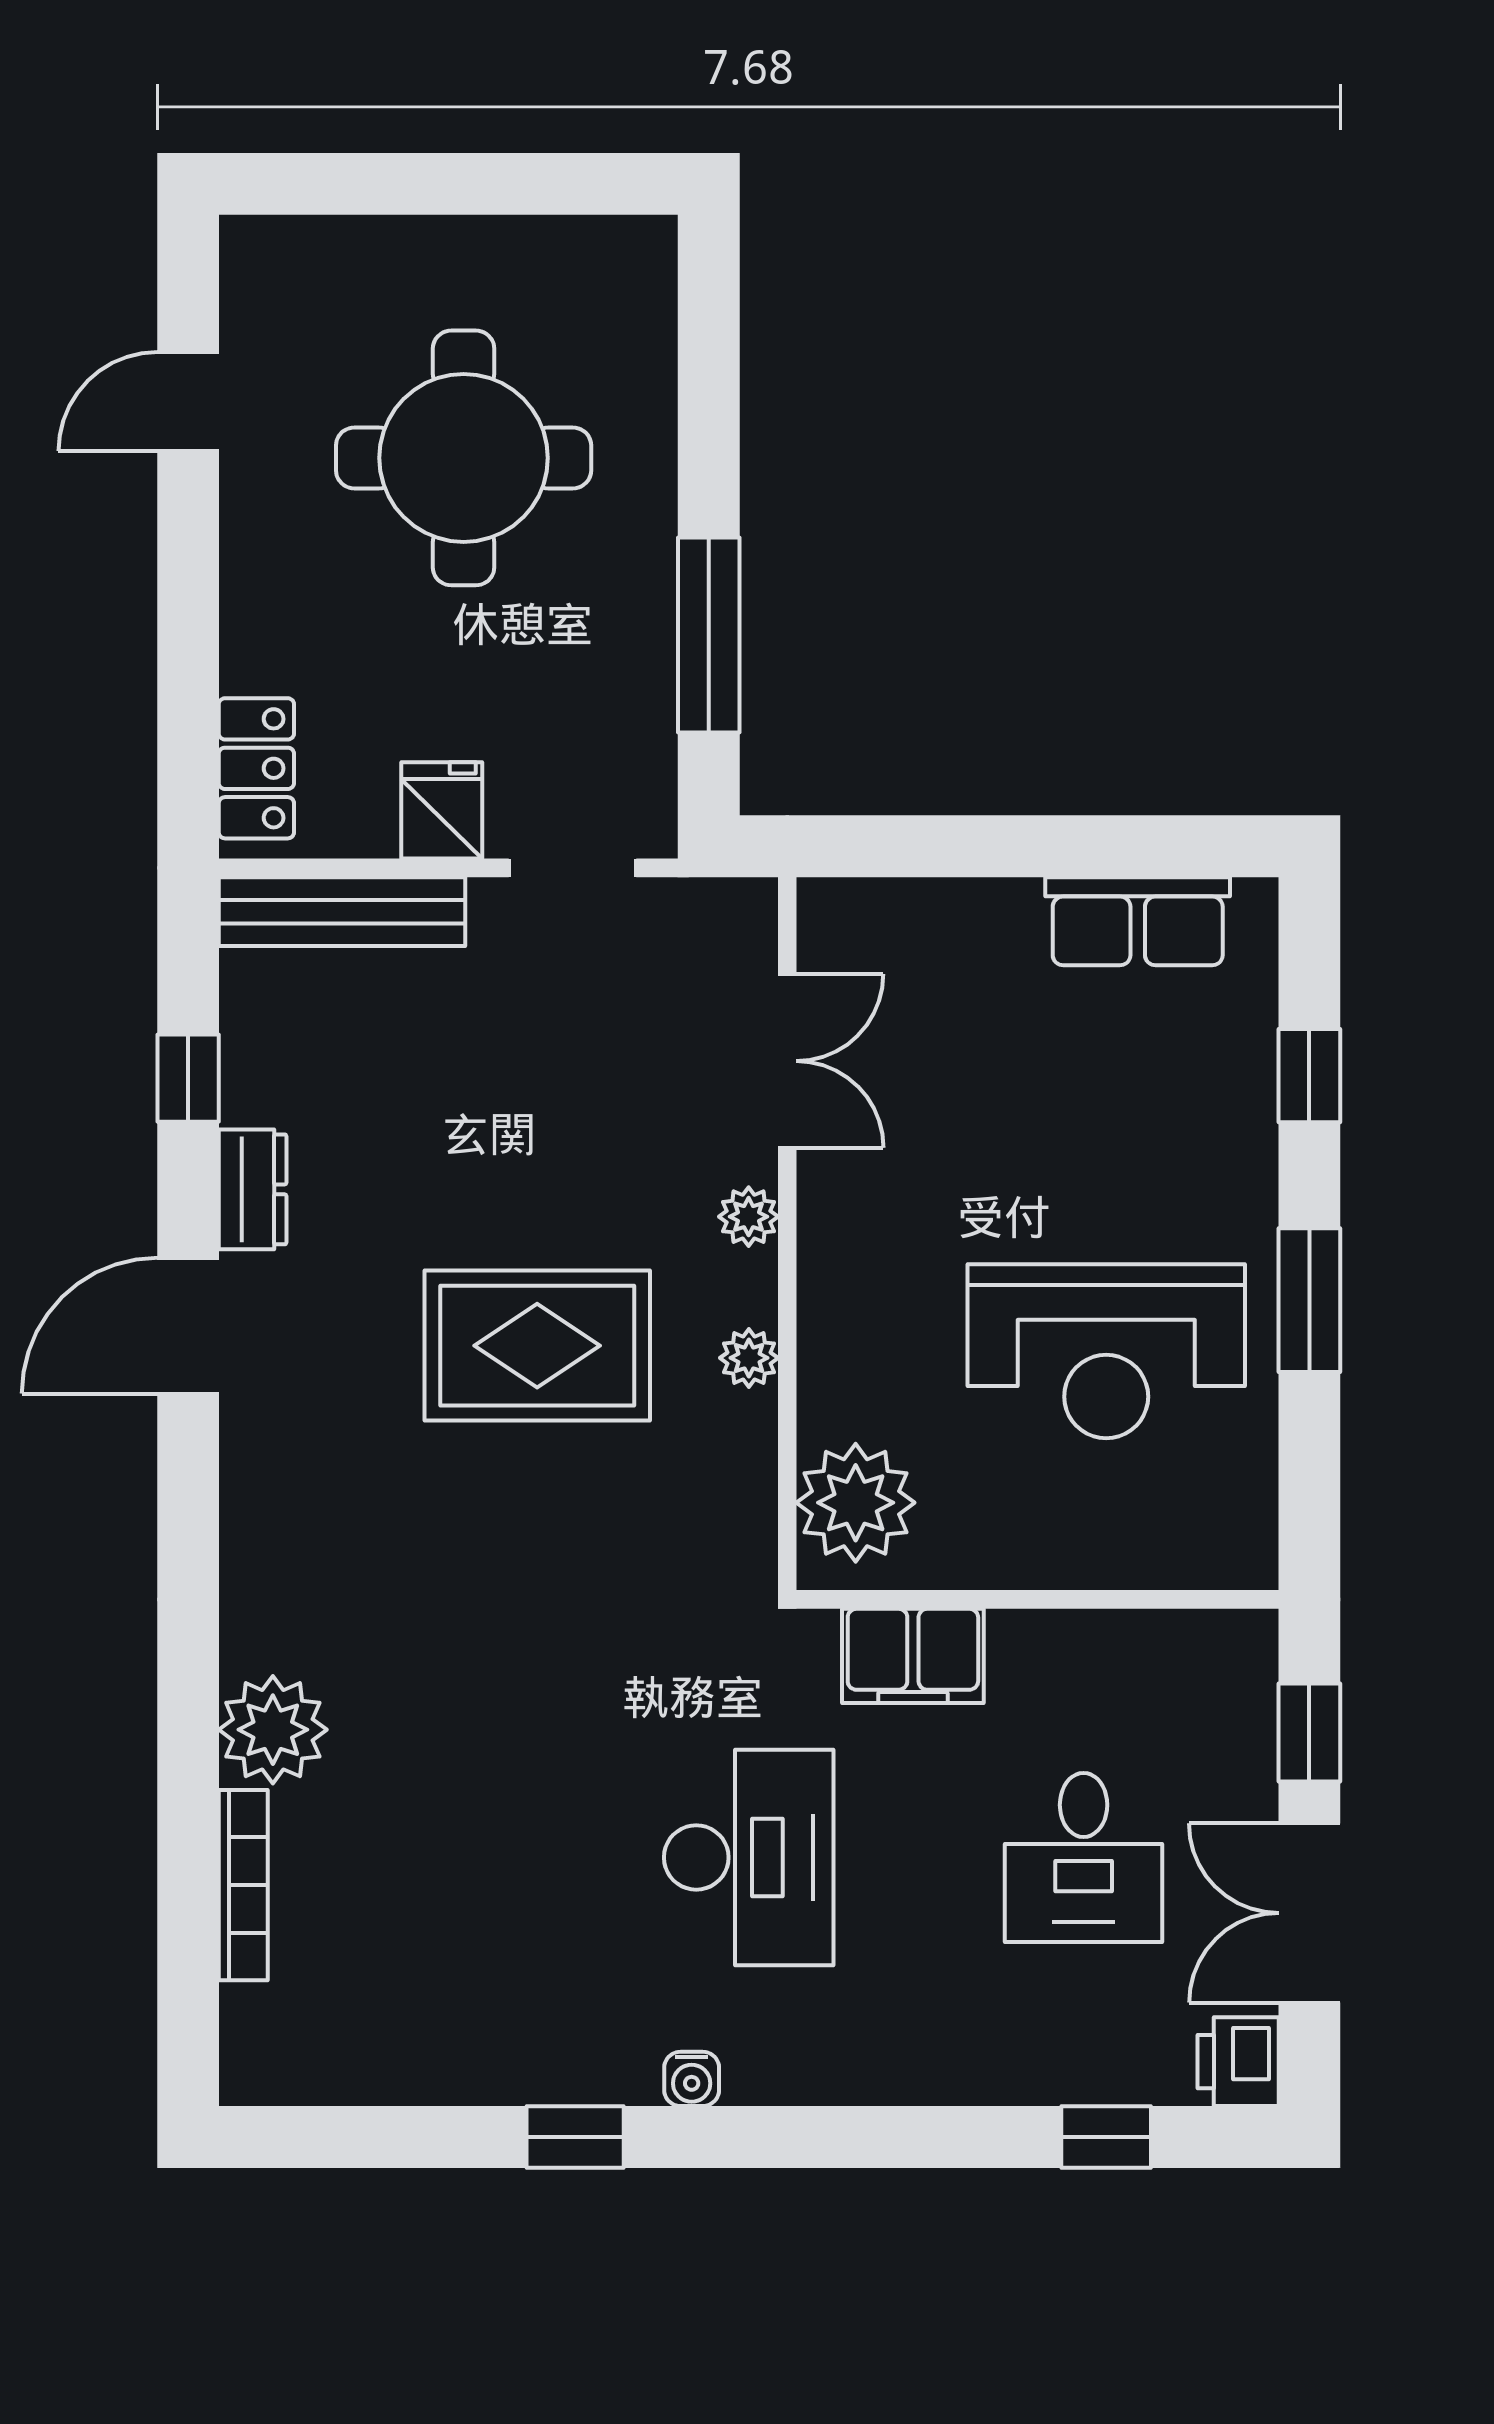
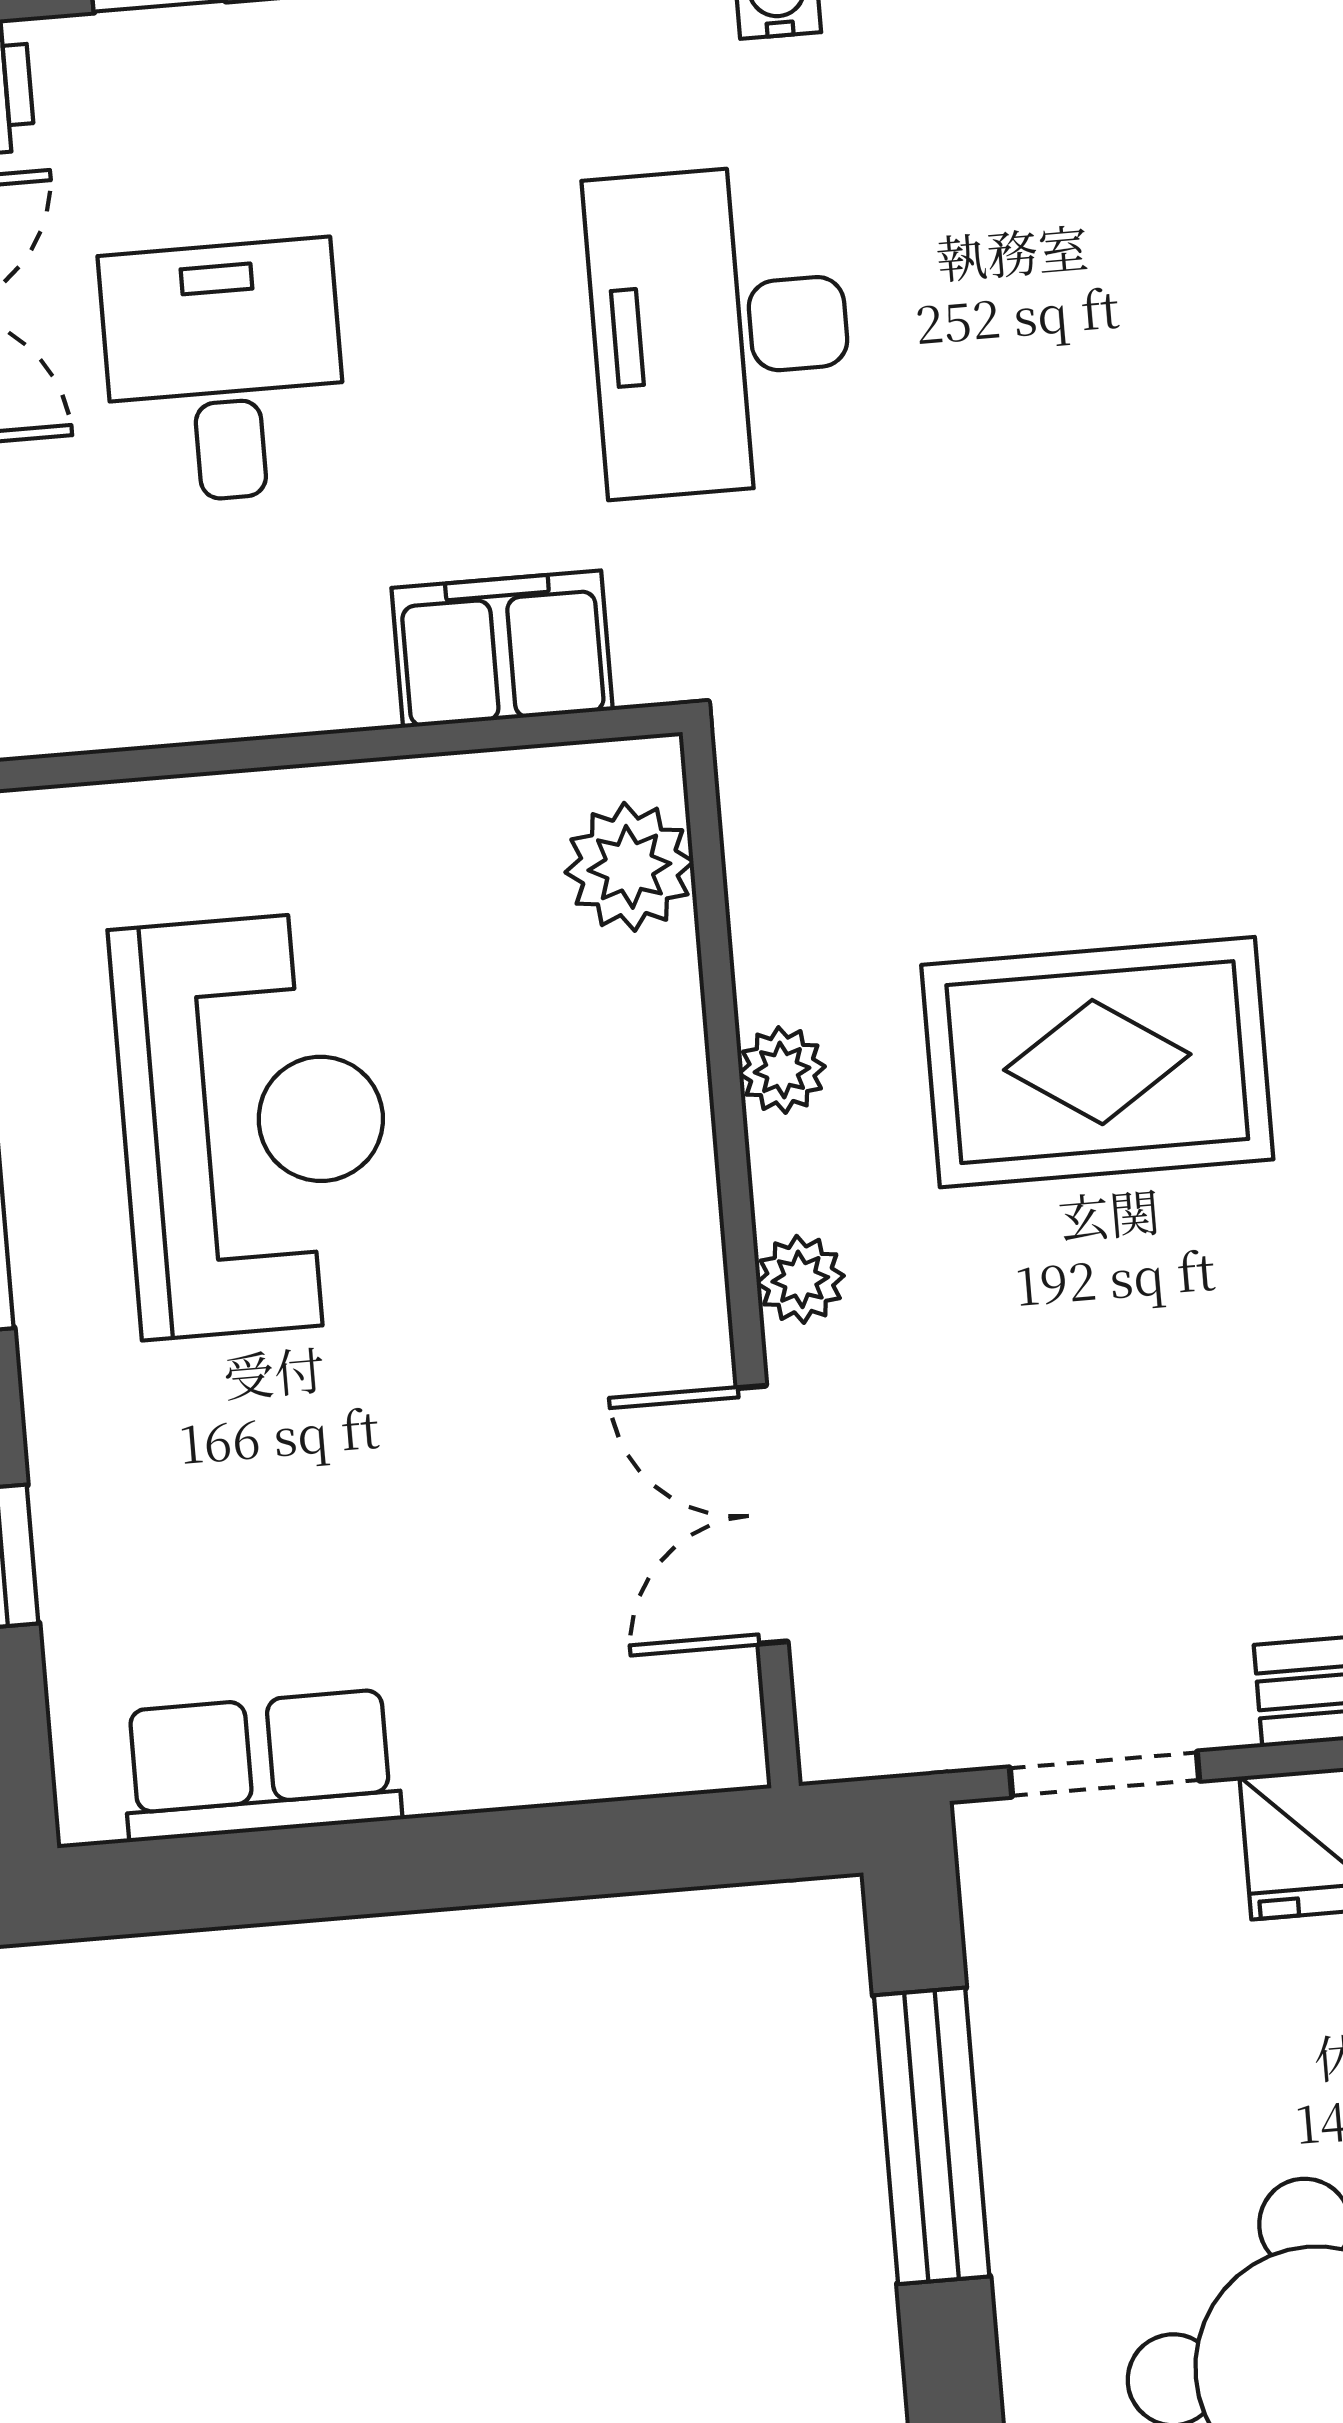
reception desk: (1106, 1351) -> (254, 1125), turned 90
plant: (856, 1503) -> (629, 867), width x0.73, depth x0.73

